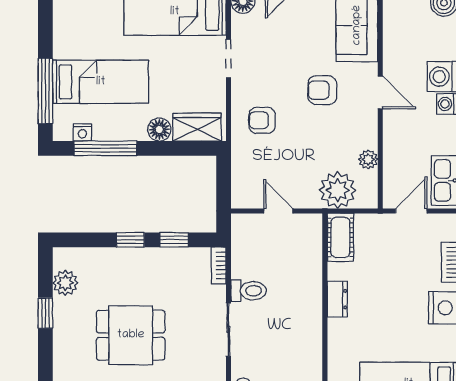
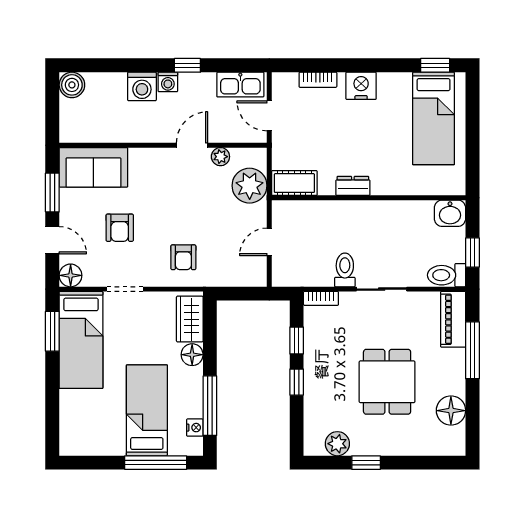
armchair: (322, 90) -> (120, 228), moved
door: (380, 92) -> (192, 145), moved

